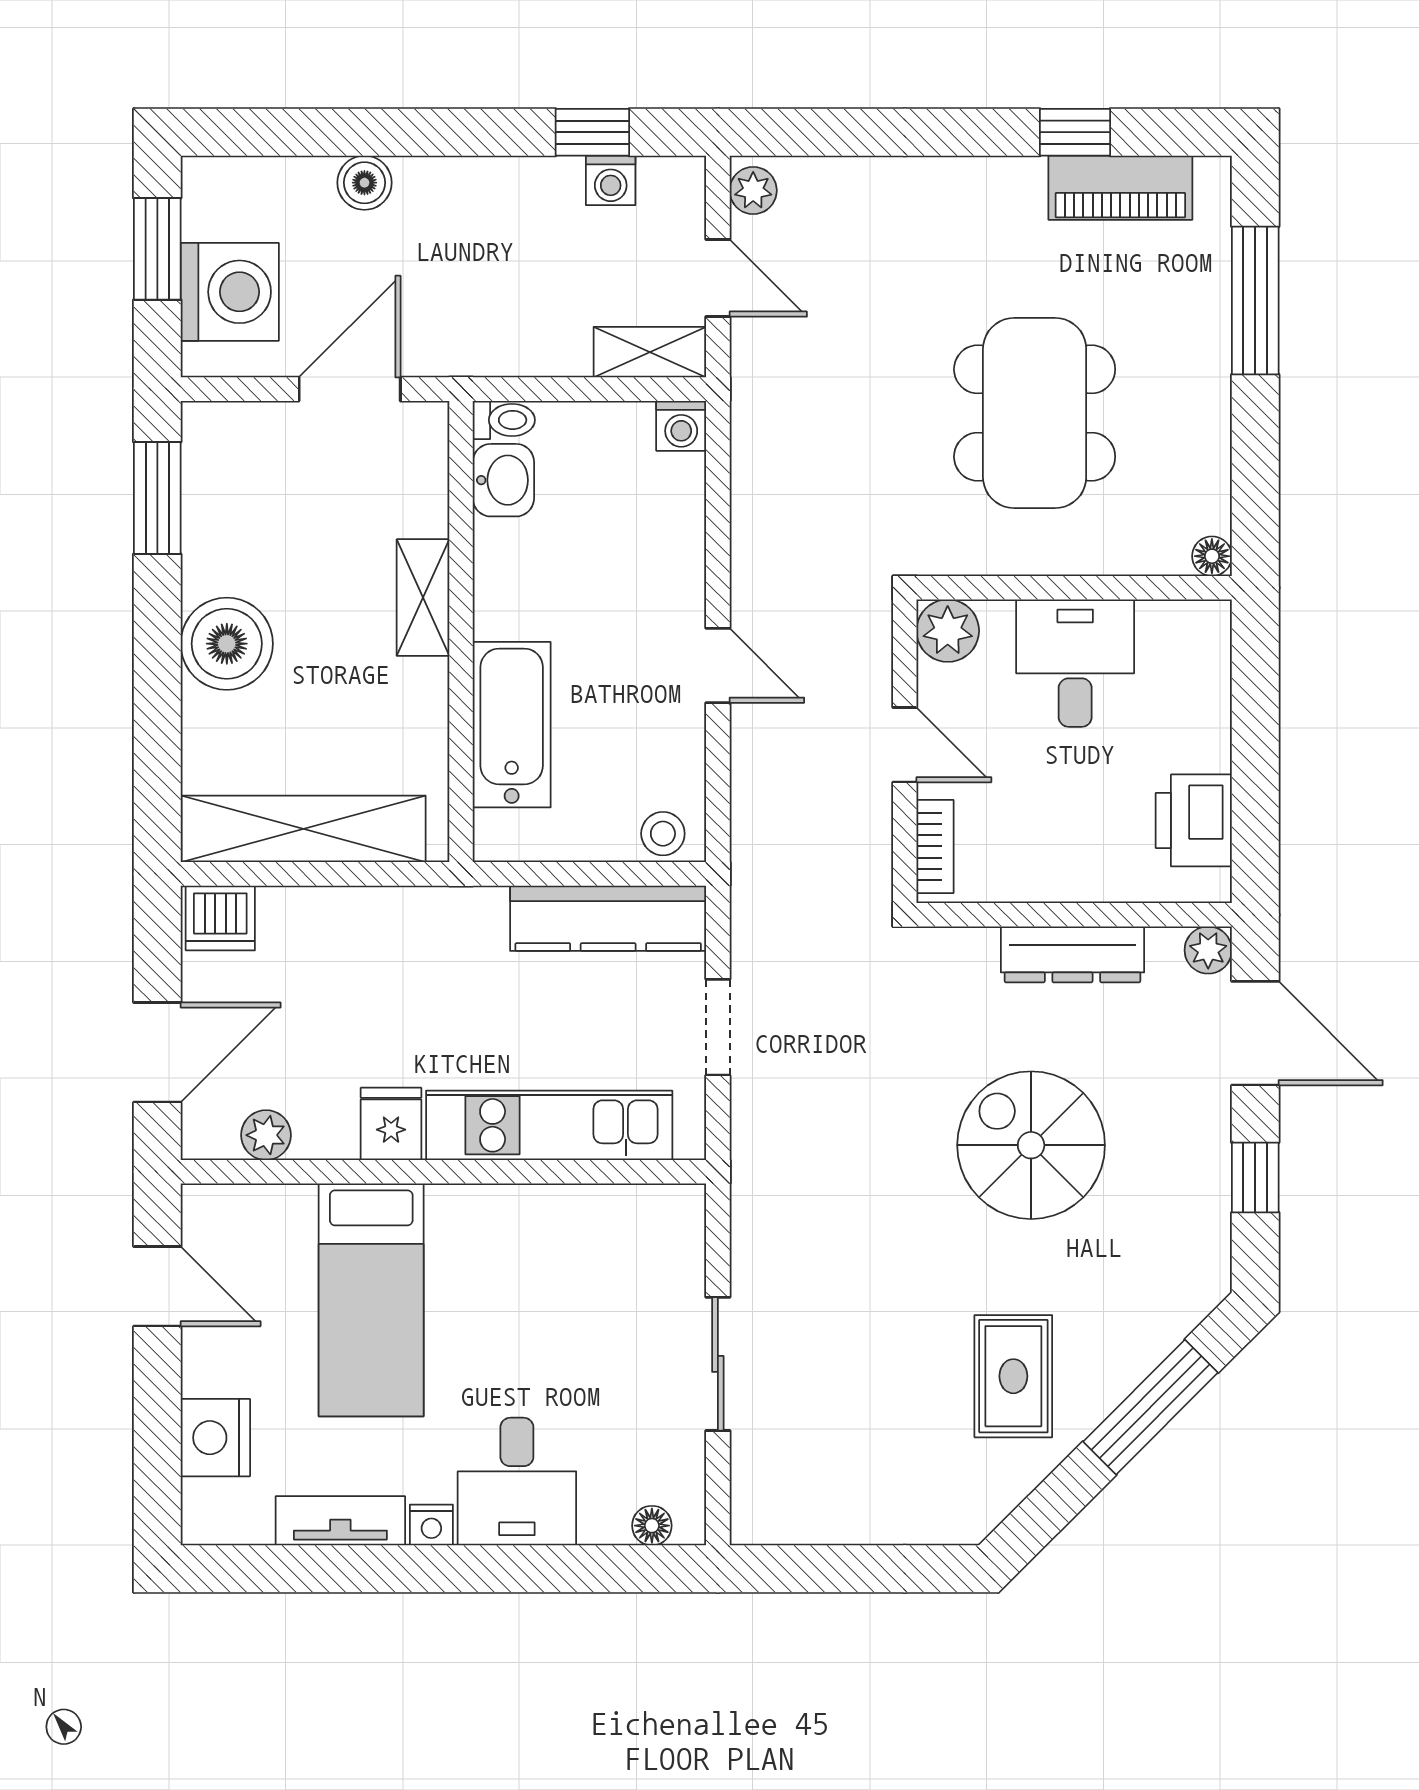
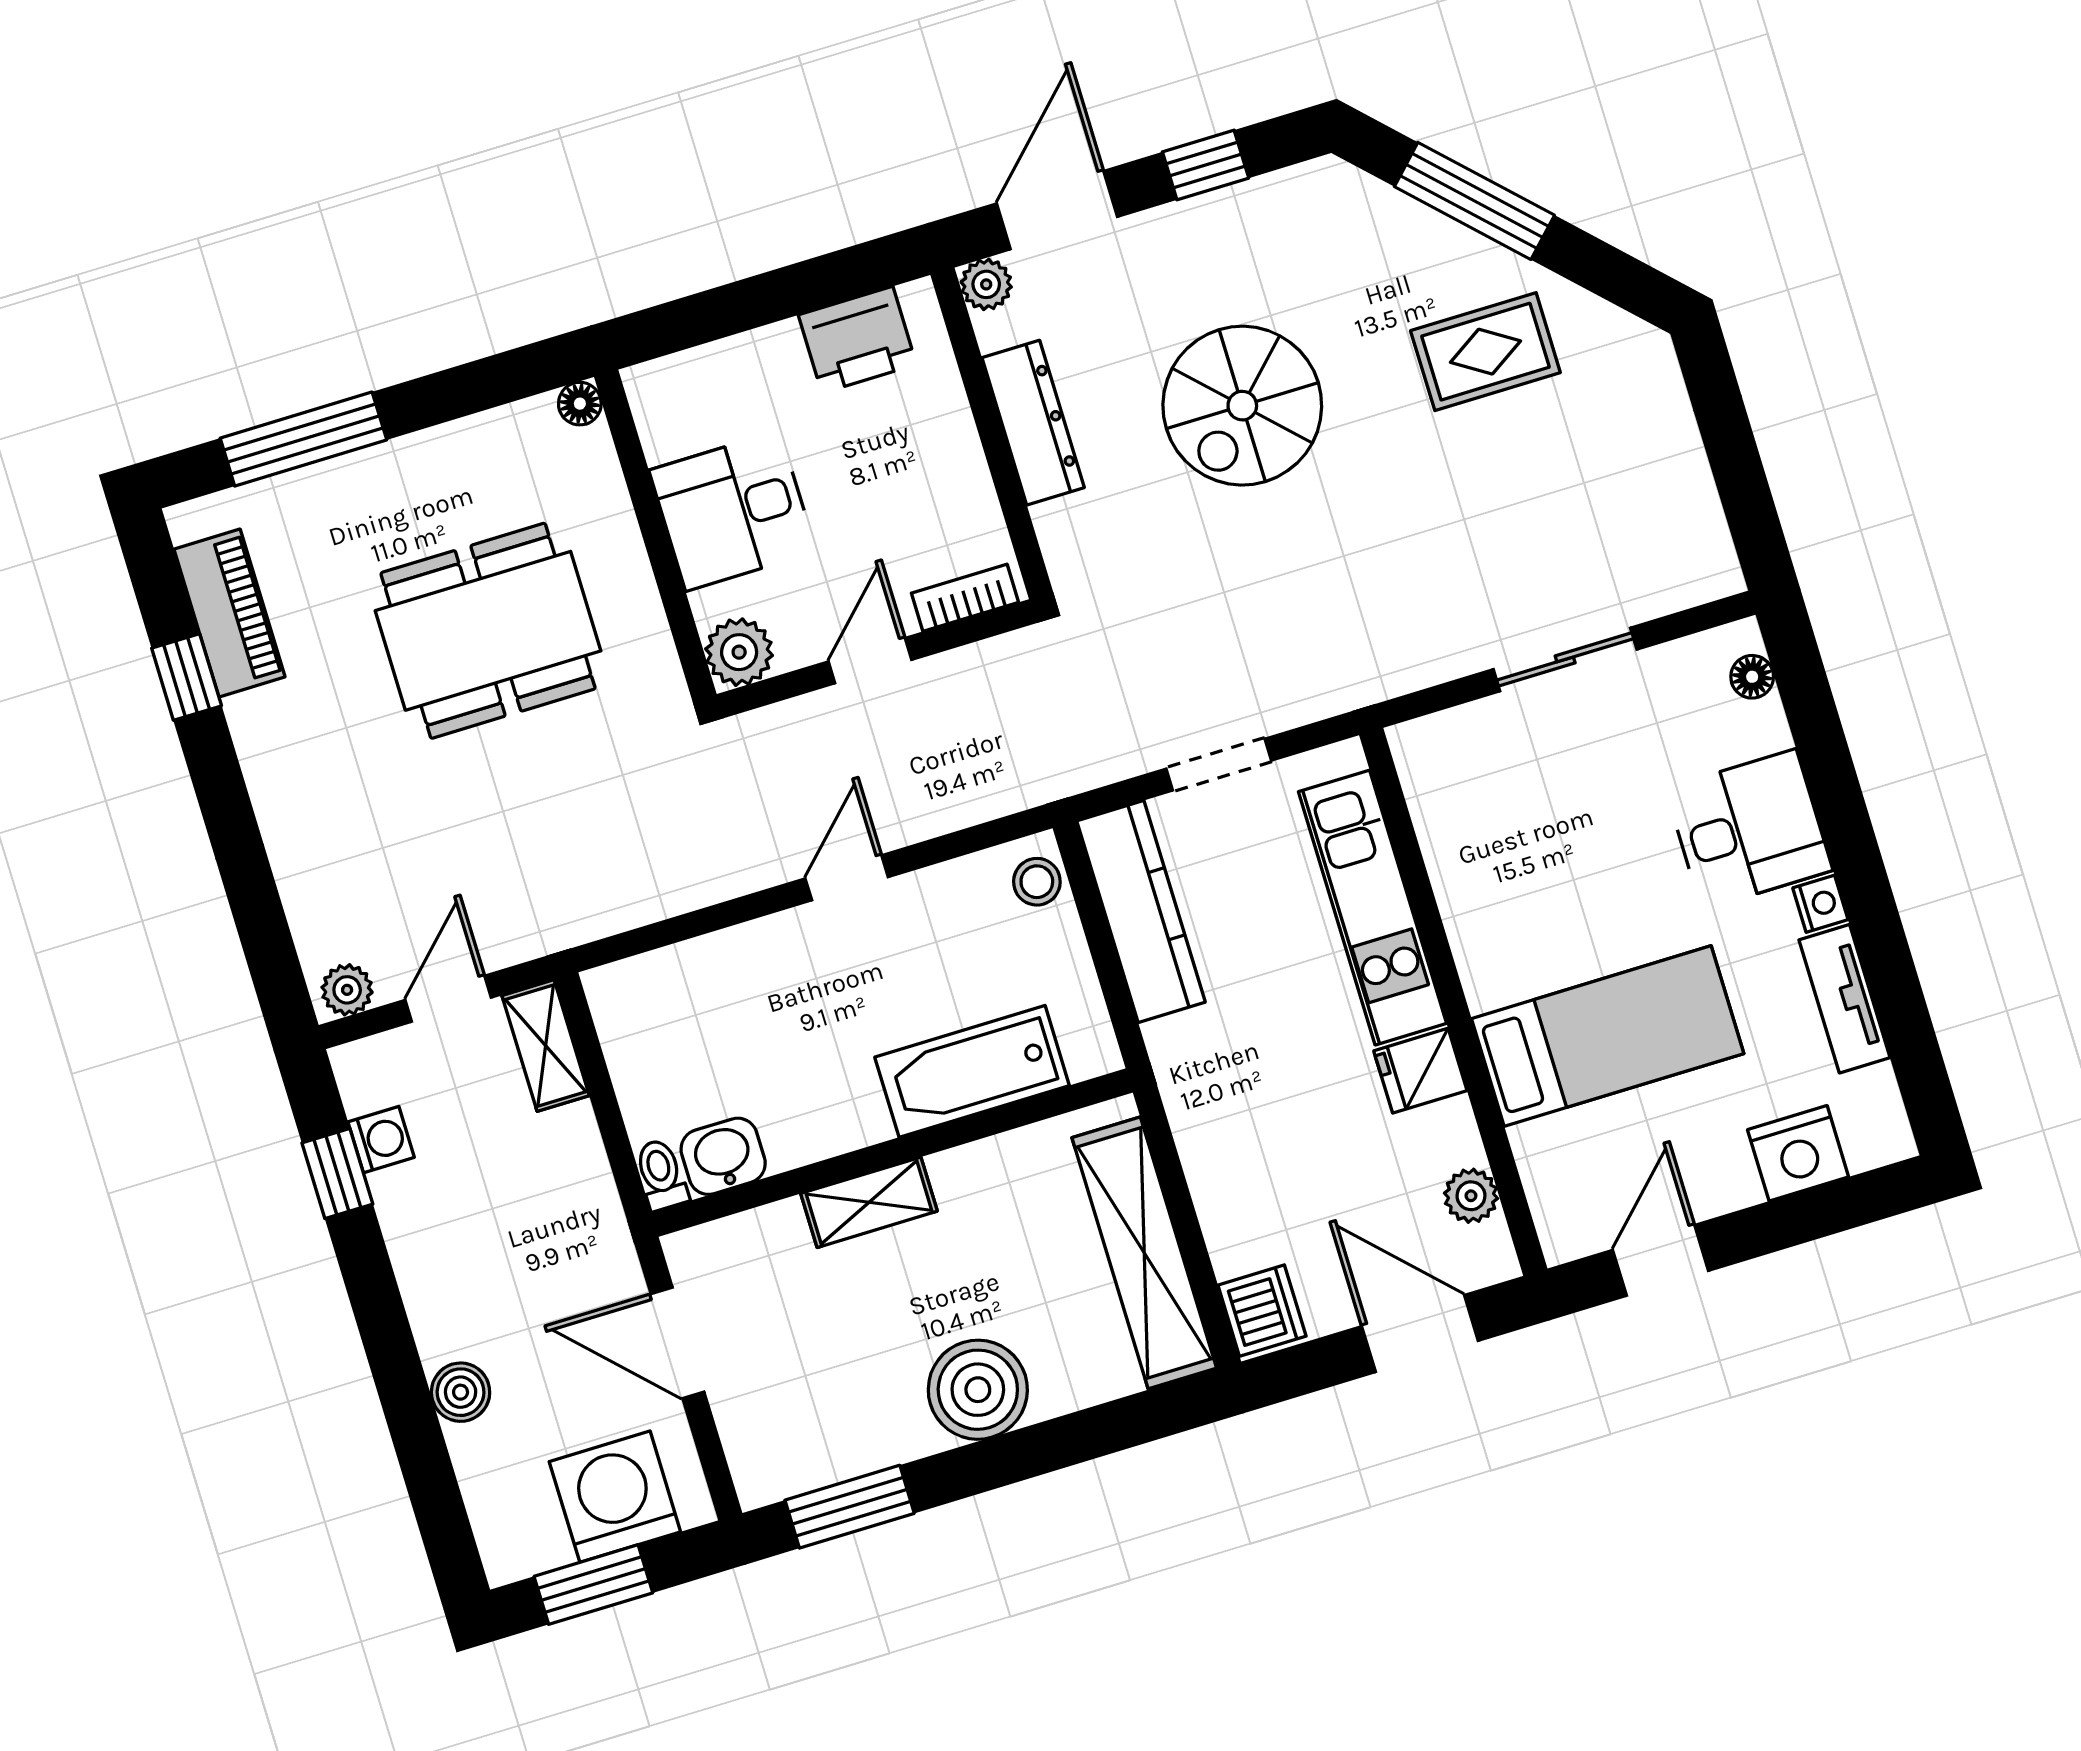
washing machine: (681, 426) -> (612, 990), removed

